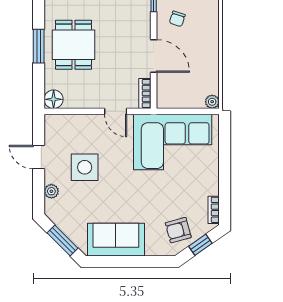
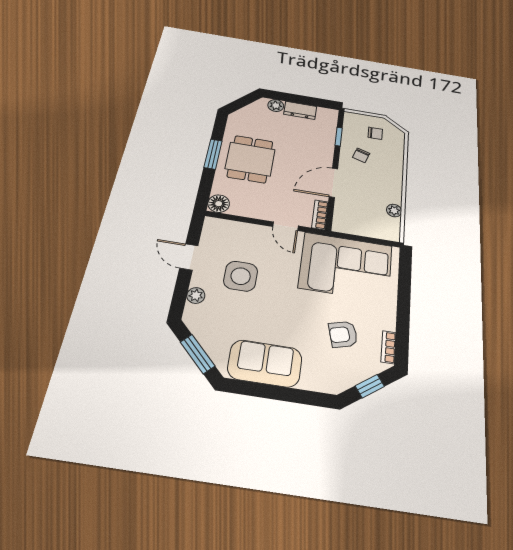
door: (154, 56) -> (333, 183), swing flipped
plant: (212, 102) -> (394, 211), moved
armchair: (178, 230) -> (343, 334), moved

